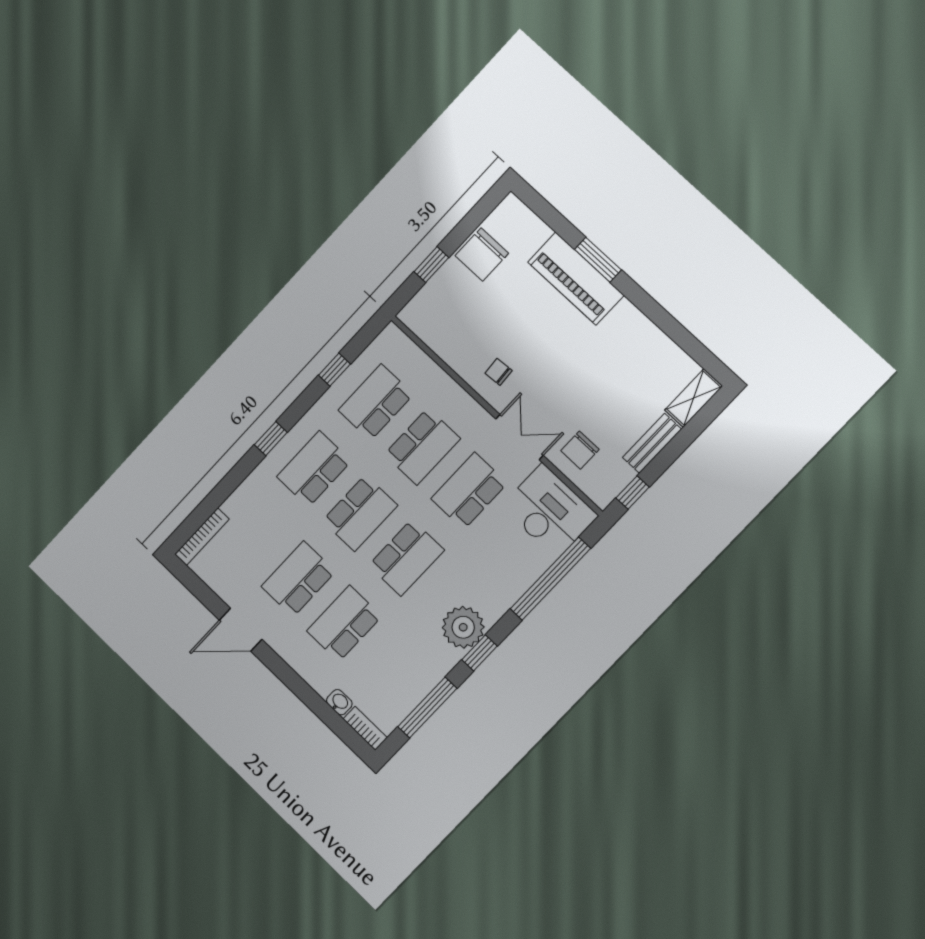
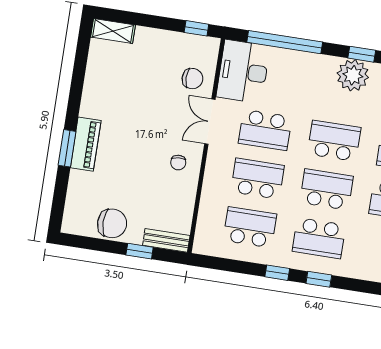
piano: (576, 279) -> (86, 144), width x0.73, depth x0.75
window: (334, 370) -> (277, 273), moved
school desk: (376, 402) -> (250, 227), turned 180
bench: (652, 443) -> (166, 240), moved

